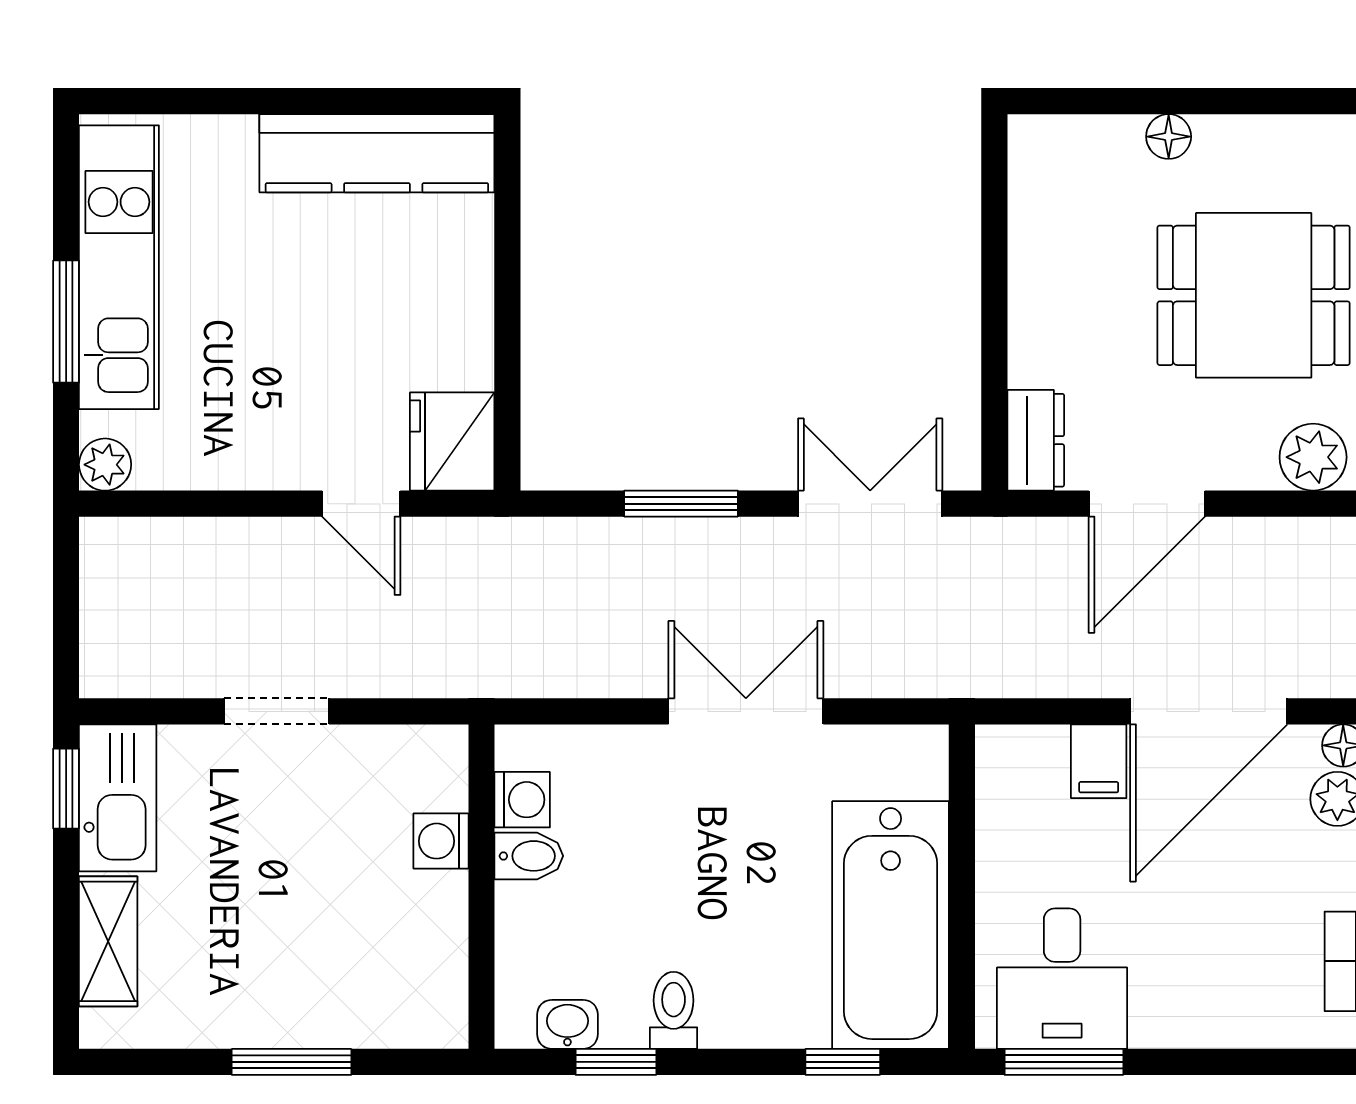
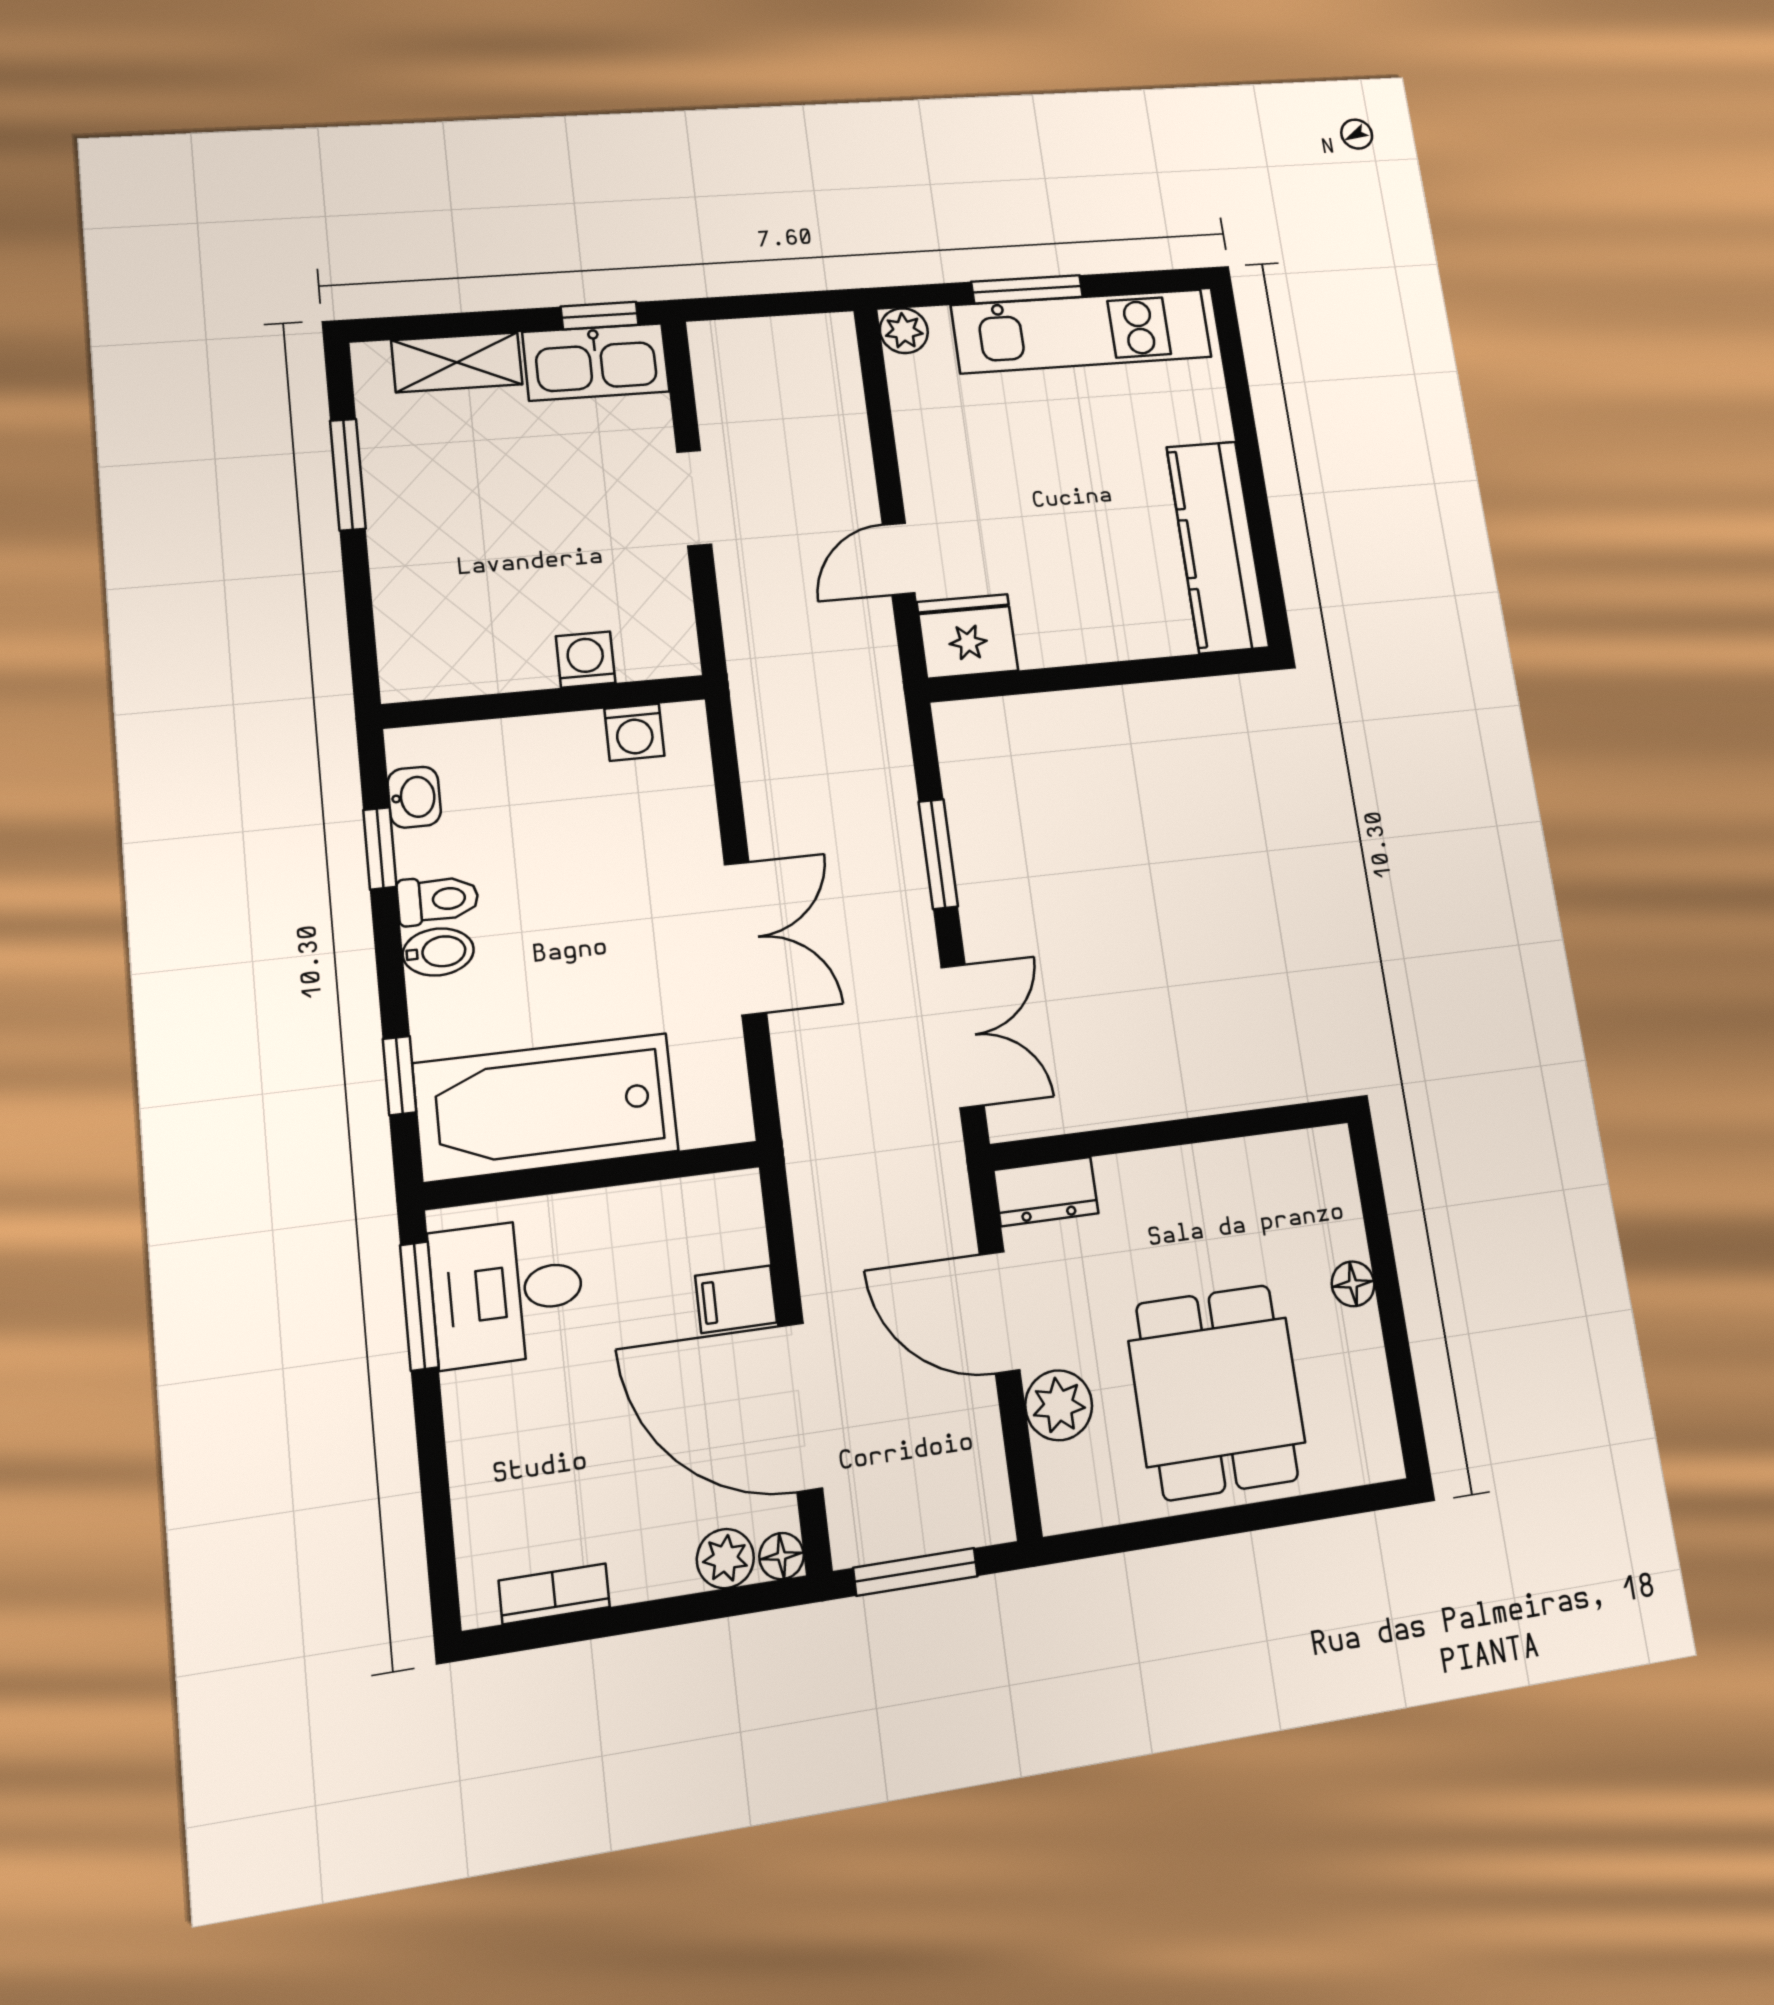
plant: (1313, 457) -> (1059, 1405), moved
bidet: (529, 856) -> (438, 952), moved, turned -90
window: (292, 1062) -> (348, 475), moved

